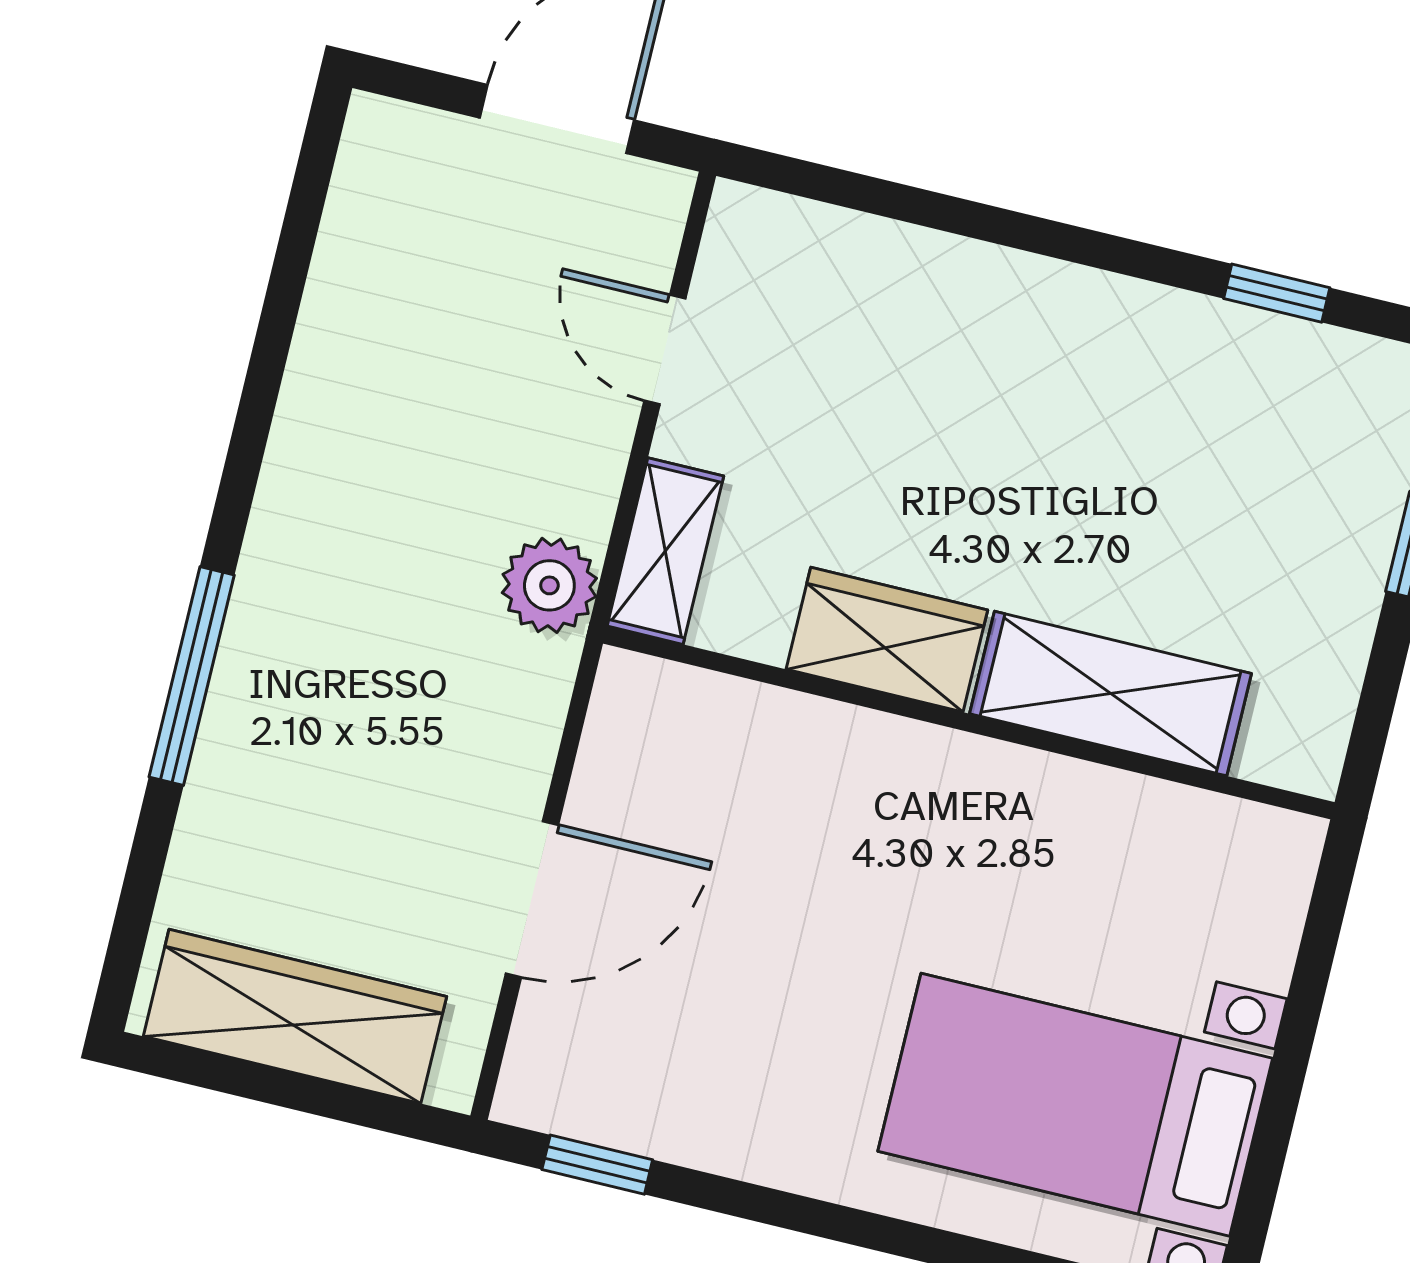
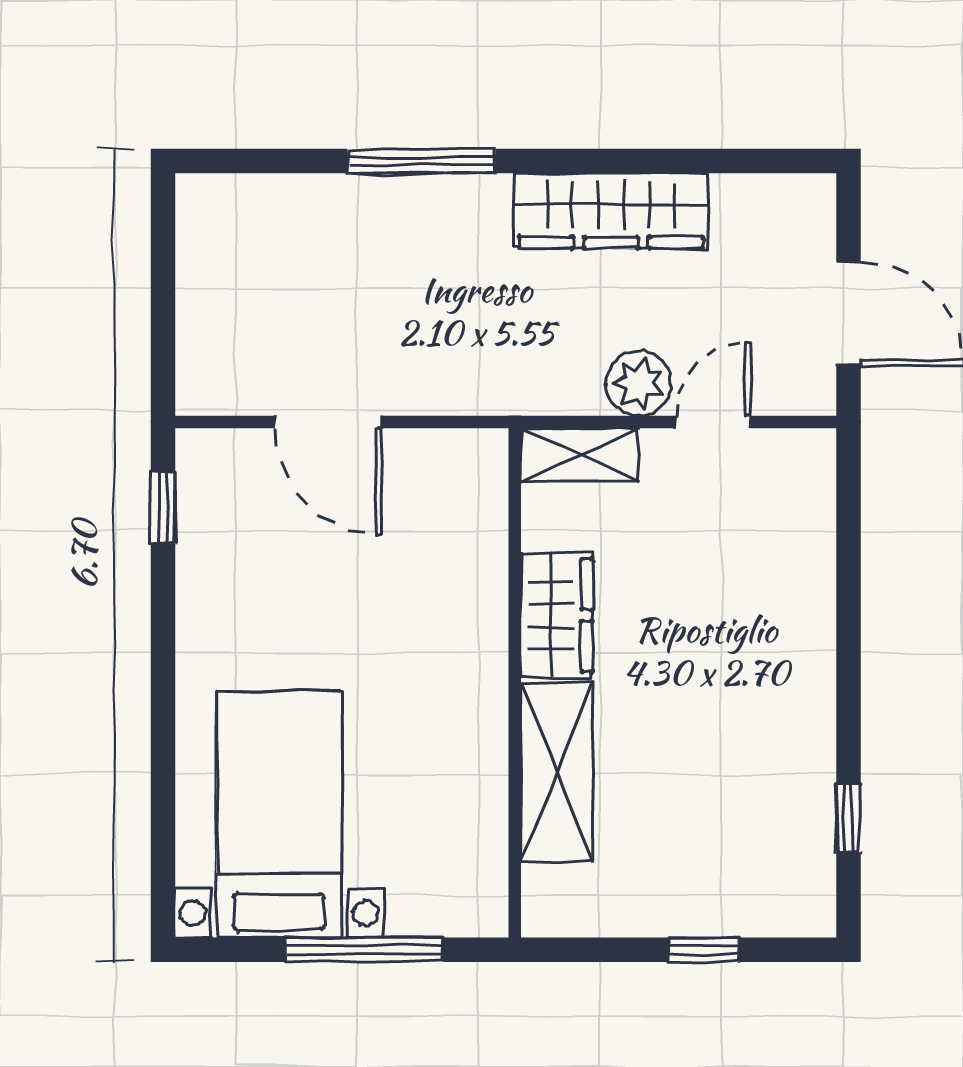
plant: (549, 585) -> (639, 383), moved
wardrobe: (295, 1016) -> (611, 211), moved, turned 90
window: (1298, 1030) -> (364, 950), added

